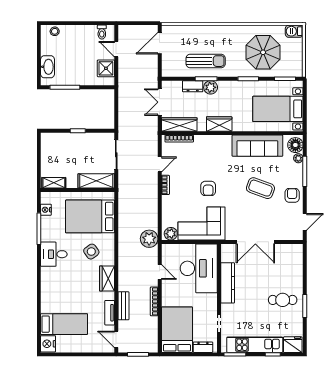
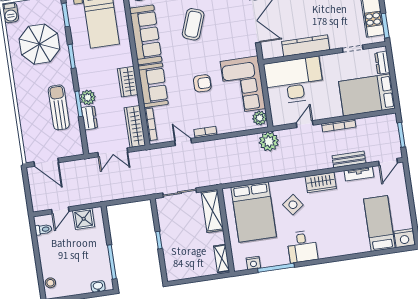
washbasin: (48, 67) -> (98, 286), width x0.52, depth x0.69
sofa: (213, 146) -> (153, 85), added

